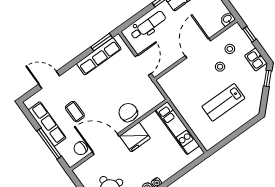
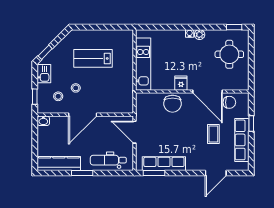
door: (143, 65) -> (135, 132), hinge flipped
door: (49, 80) -> (216, 173), hinge flipped
lab bench: (223, 102) -> (93, 58), turned 180
fridge: (135, 137) -> (181, 83), width x0.53, depth x0.75
window: (49, 144) -> (251, 124), width x0.46

